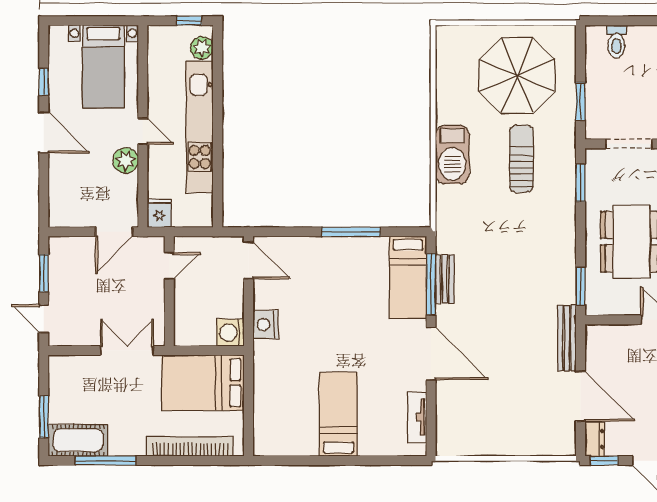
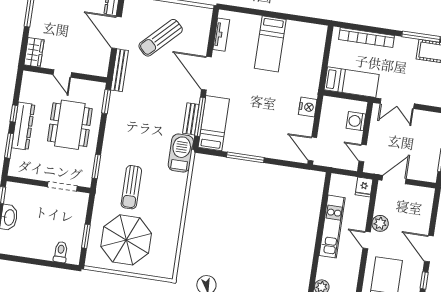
window: (581, 101) -> (86, 236), moved
kitchen unit: (200, 127) -> (332, 227), width x0.73
barbecue: (452, 154) -> (181, 153), moved
door: (169, 266) -> (363, 153), hinge flipped
washing machine: (231, 333) -> (356, 121), moved, turned 180
bed: (203, 383) -> (352, 82), width x0.67
sun lounger: (511, 398) -> (161, 38), added

